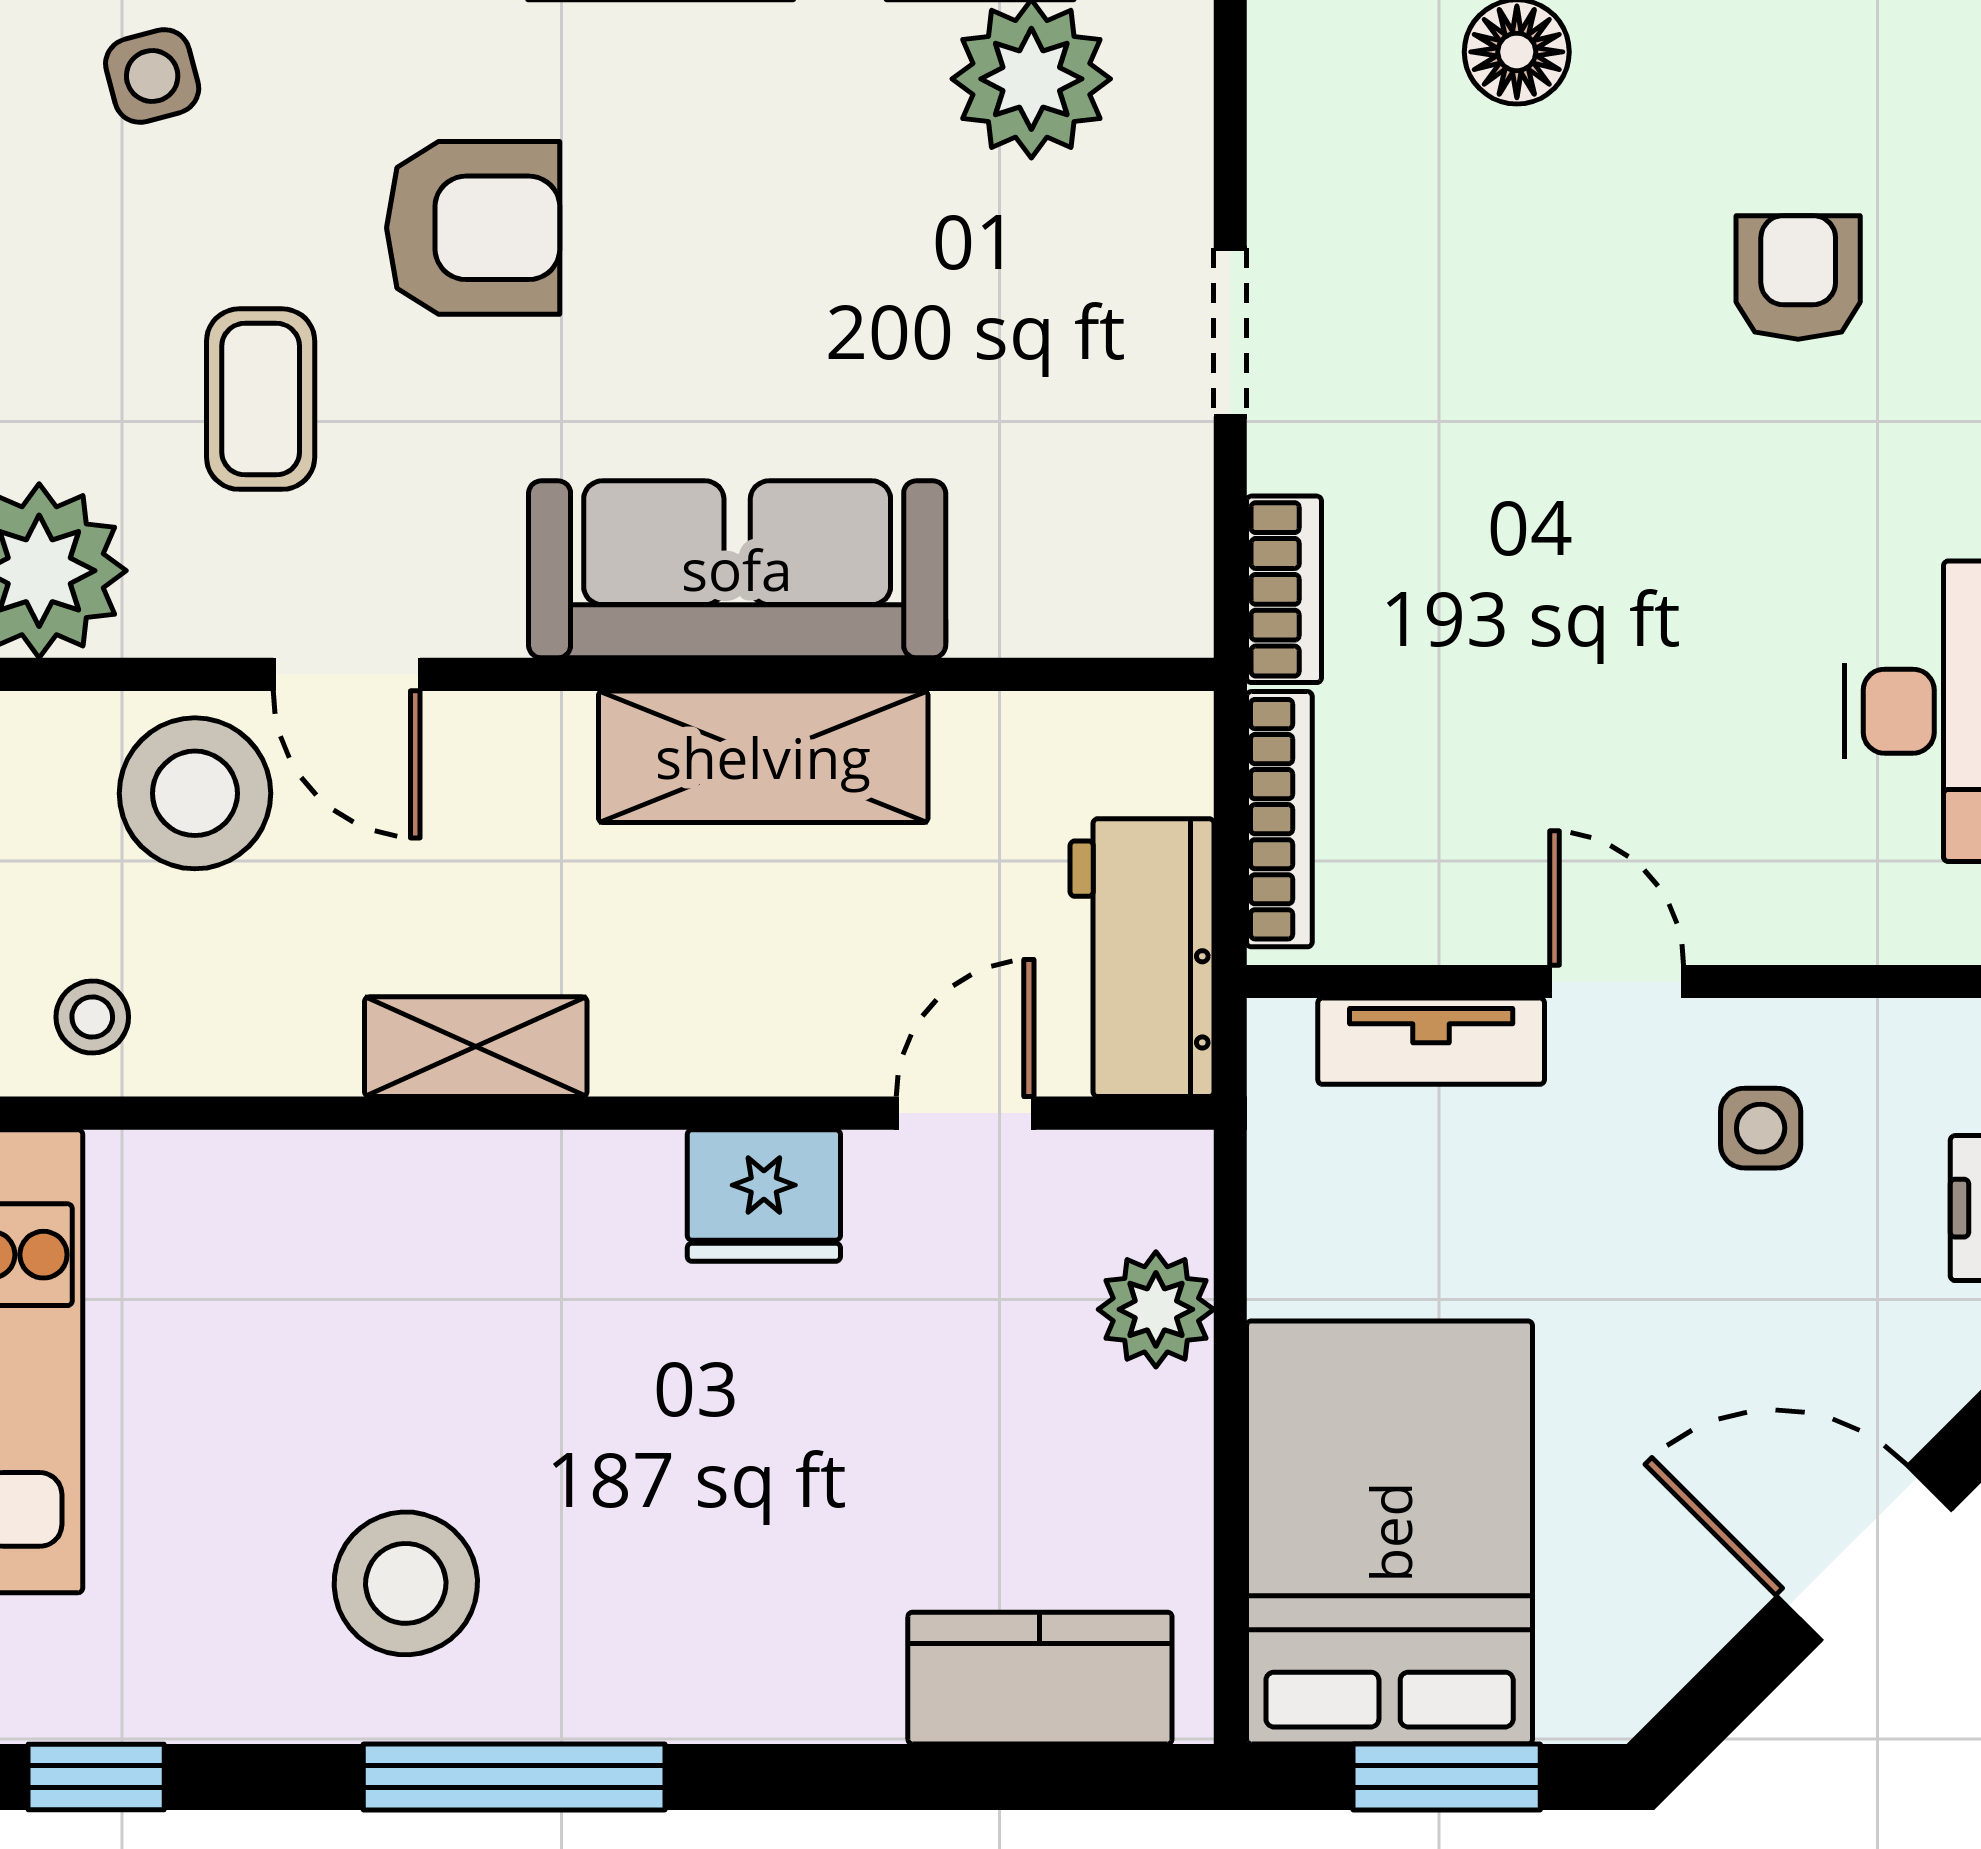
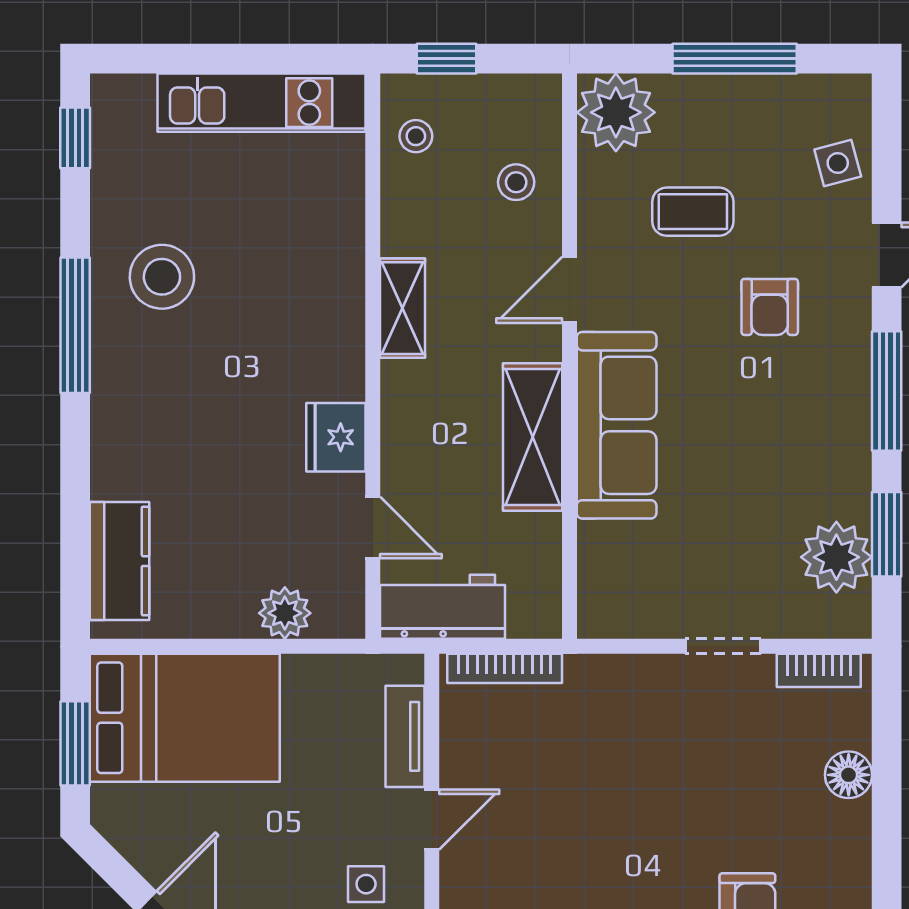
armchair: (473, 228) -> (770, 307), width x0.72, depth x0.72
bookcase: (1284, 589) -> (819, 670), moved
door: (347, 674) -> (569, 290), moved
stool: (195, 793) -> (516, 182), width x0.53, depth x0.53

